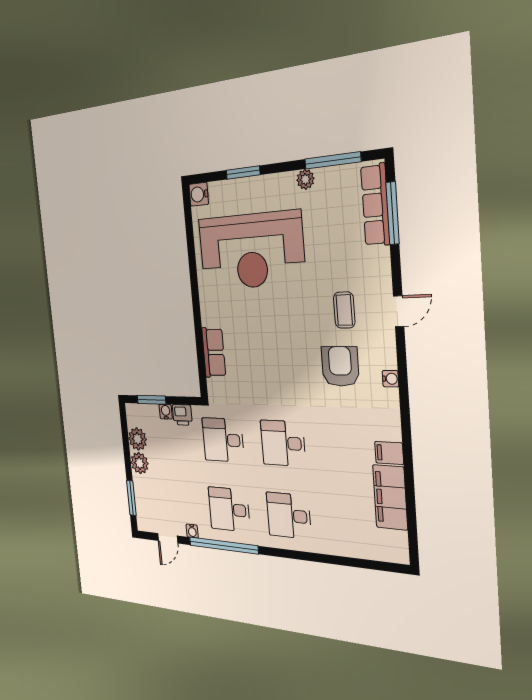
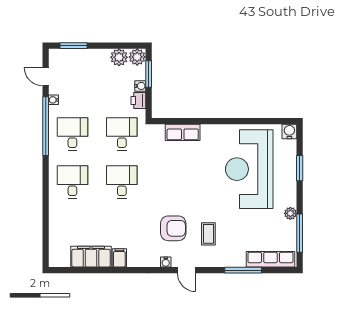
window: (393, 213) -> (243, 270), moved
coffee table: (344, 310) -> (208, 234), turned 90
door: (399, 311) -> (186, 270), moved
plant: (140, 463) -> (137, 57), moved

